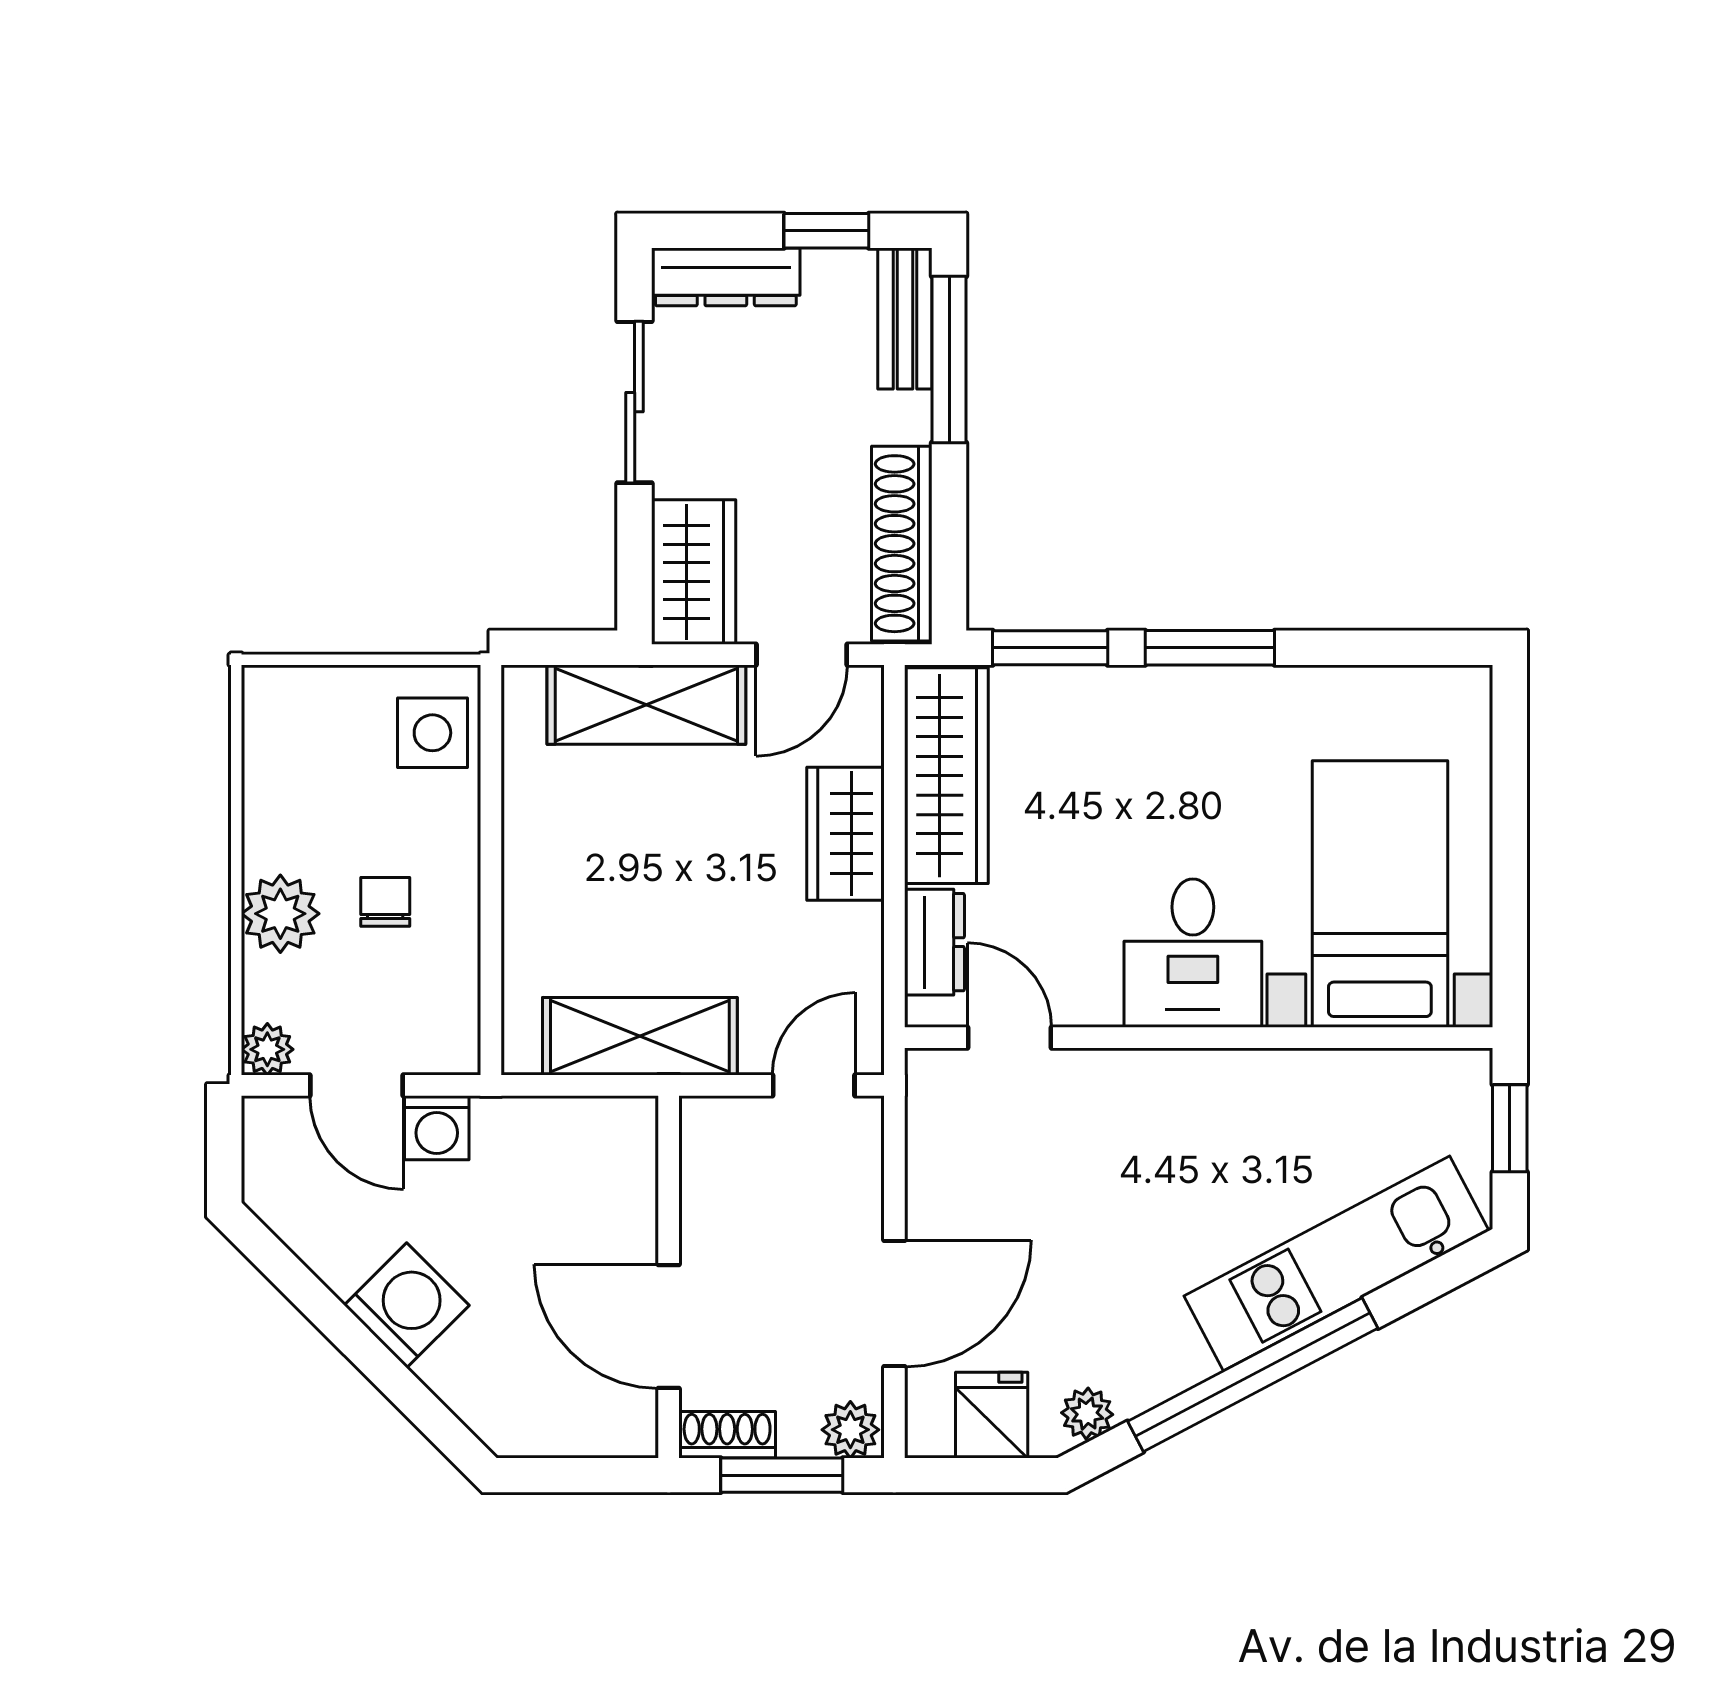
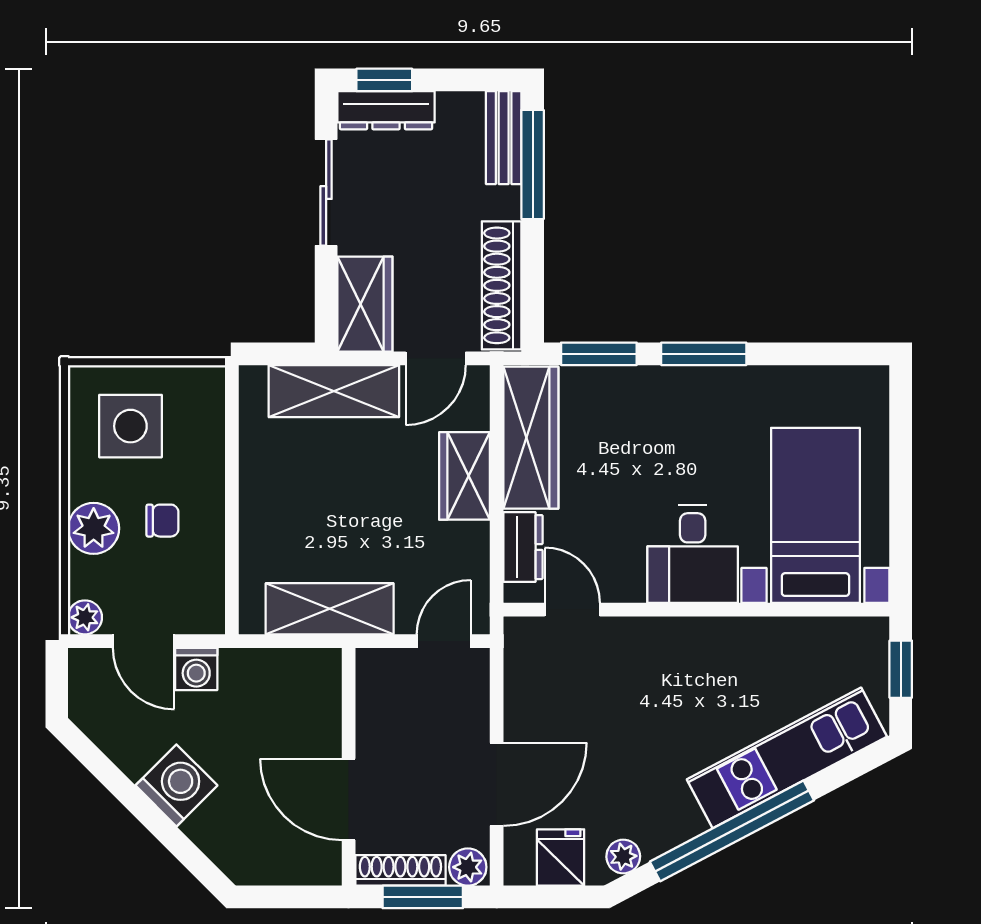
window: (826, 231) -> (384, 80), moved
side table: (432, 733) -> (130, 426), moved, width x1.37, depth x1.37
chair: (385, 902) -> (162, 521), turned 90
shoe rack: (727, 1435) -> (400, 870), width x1.43

